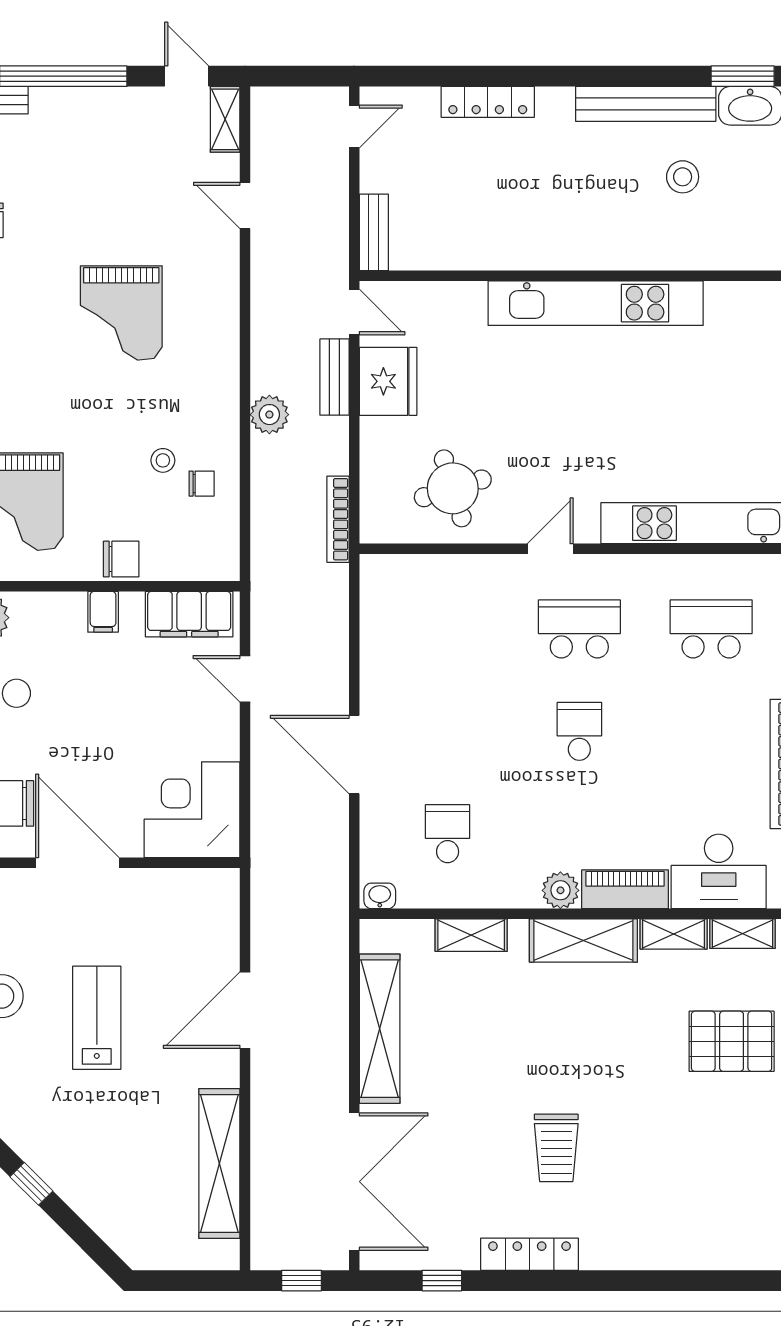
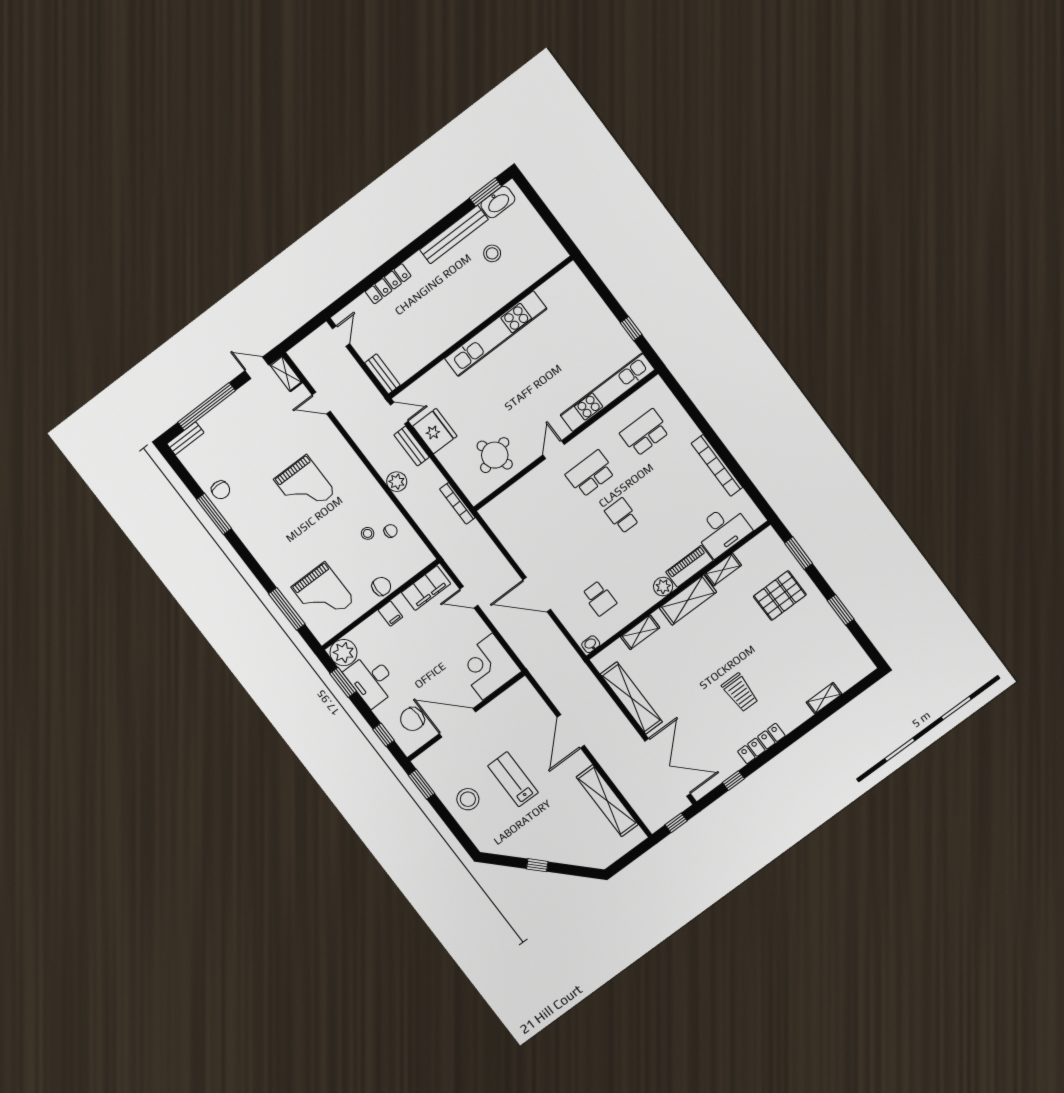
school desk: (448, 834) -> (599, 598), turned 180
shelving: (742, 934) -> (824, 698), moved

